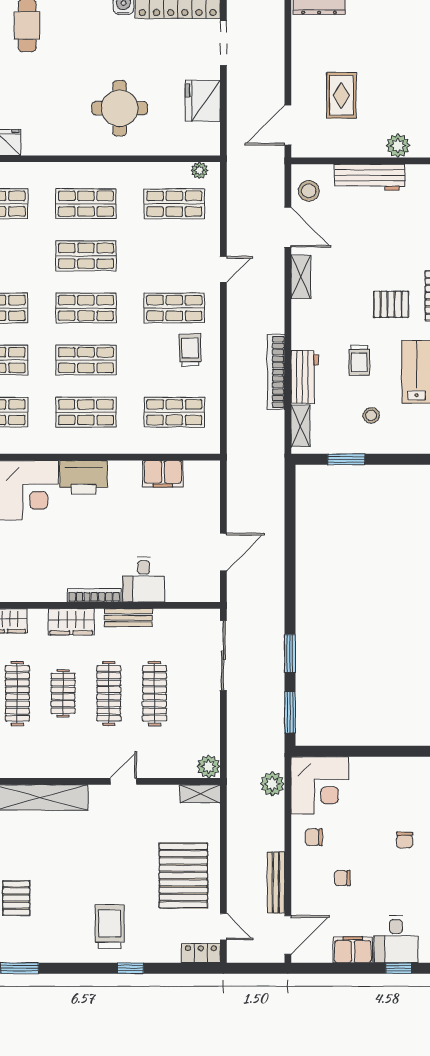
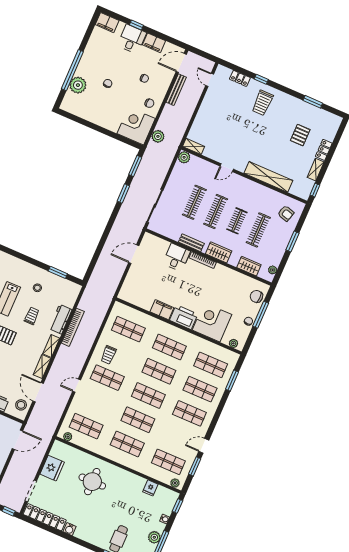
shelving: (300, 426) -> (51, 346), moved
filing cabinet: (163, 474) -> (162, 310), moved
pallet: (183, 876) -> (218, 112), removed
locker: (201, 953) -> (240, 78), moved

